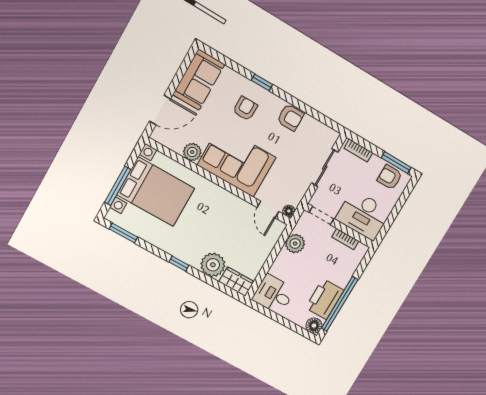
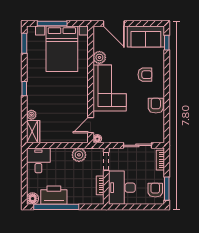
window: (262, 82) -> (167, 43), moved
armchair: (290, 117) -> (156, 106), turned 180
plant: (213, 265) -> (31, 115), width x0.53, depth x0.53

